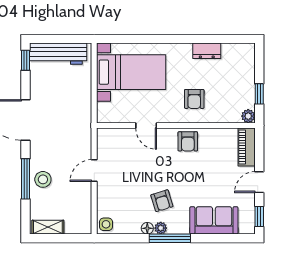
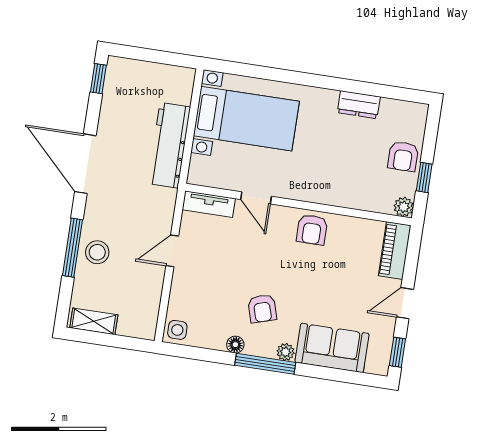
workbench: (58, 54) -> (169, 145), moved, turned 90
armchair: (194, 99) -> (403, 156), moved
tv unit: (114, 135) -> (209, 204), added
plant: (161, 228) -> (286, 352), moved

